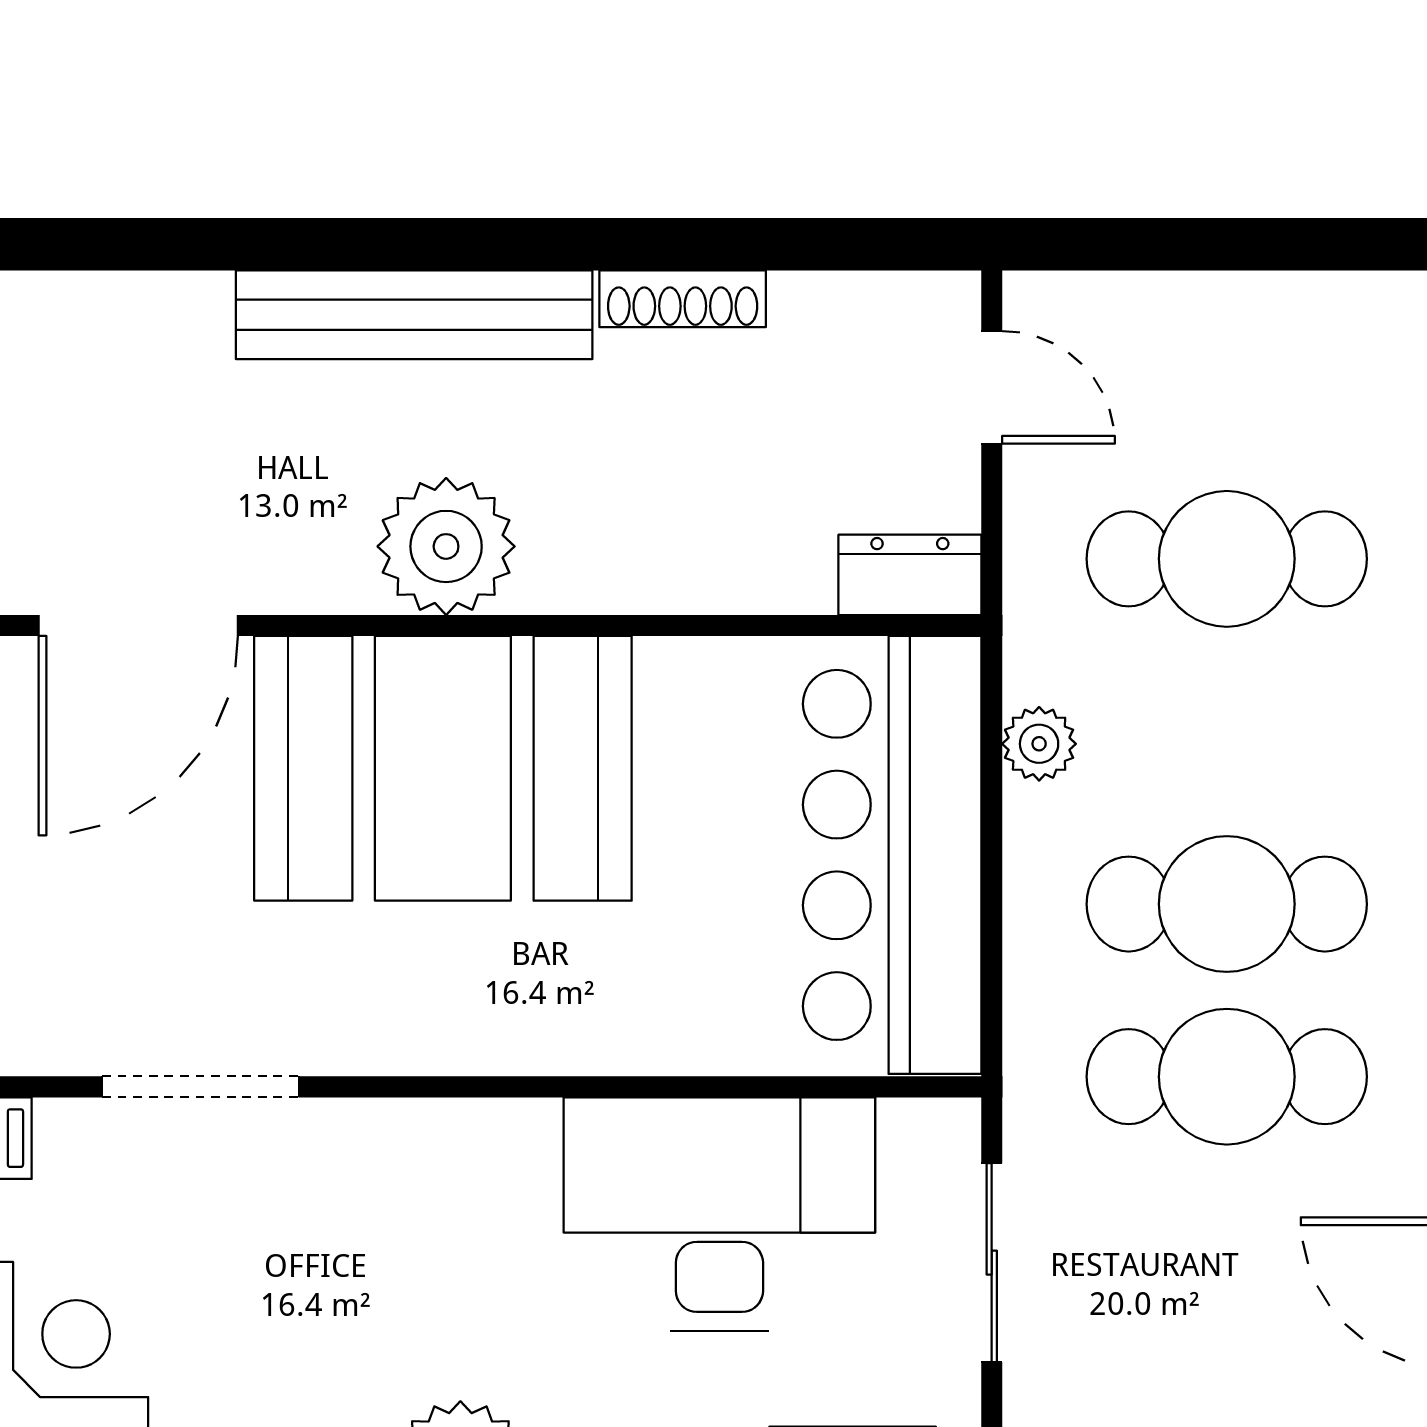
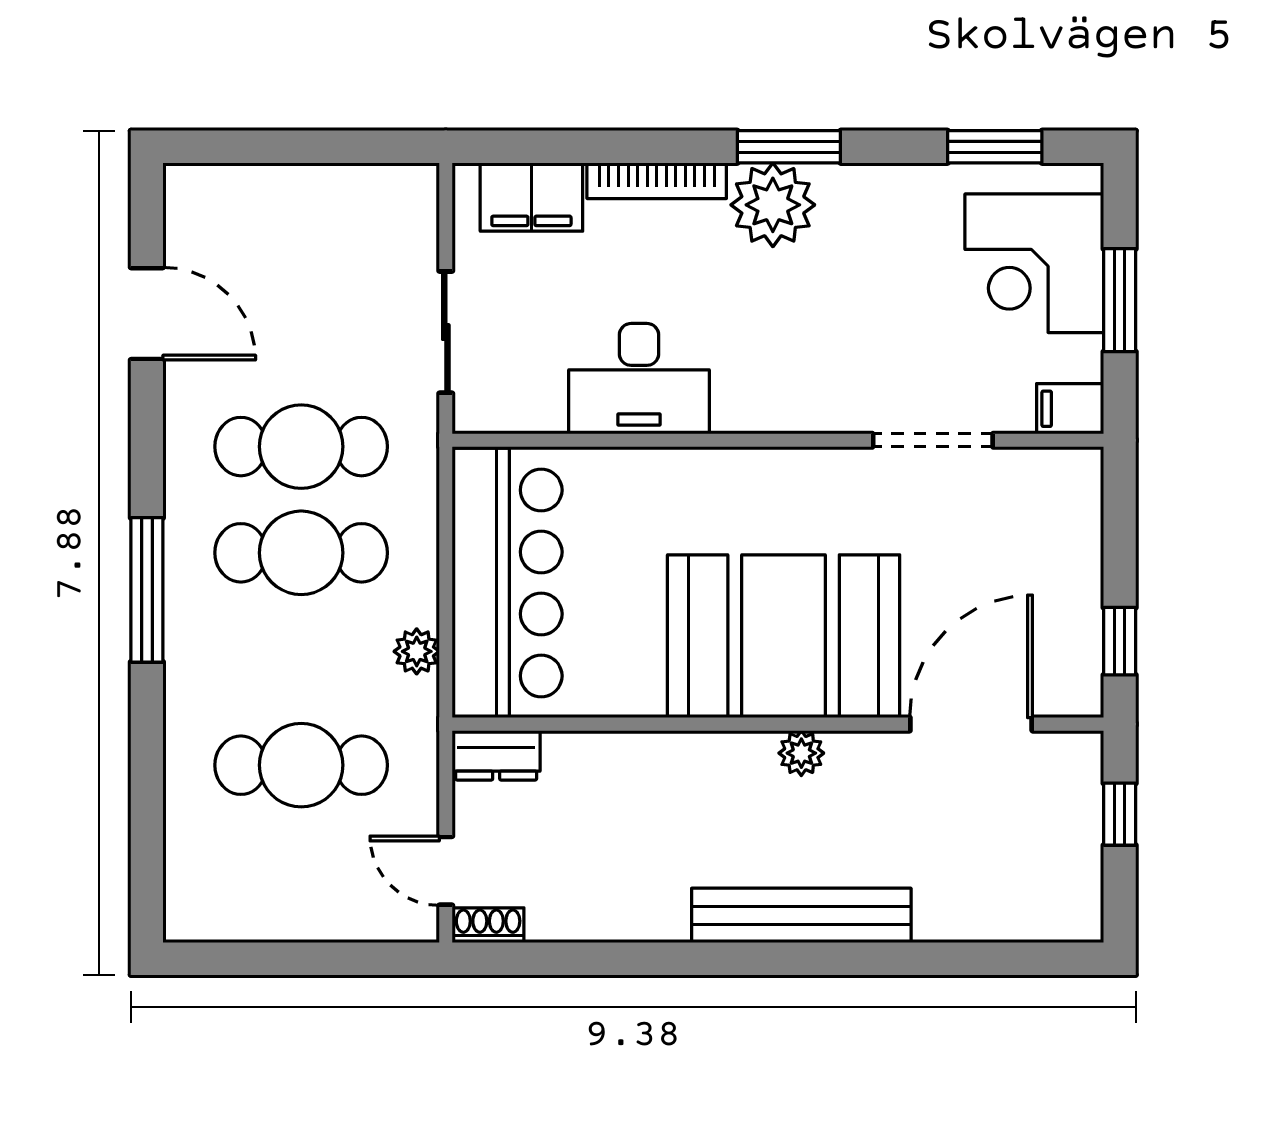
shoe rack: (683, 299) -> (488, 925), moved, width x0.70
plant: (446, 546) -> (801, 753), width x0.53, depth x0.53
desk: (719, 1214) -> (639, 379), width x0.73, depth x0.77

